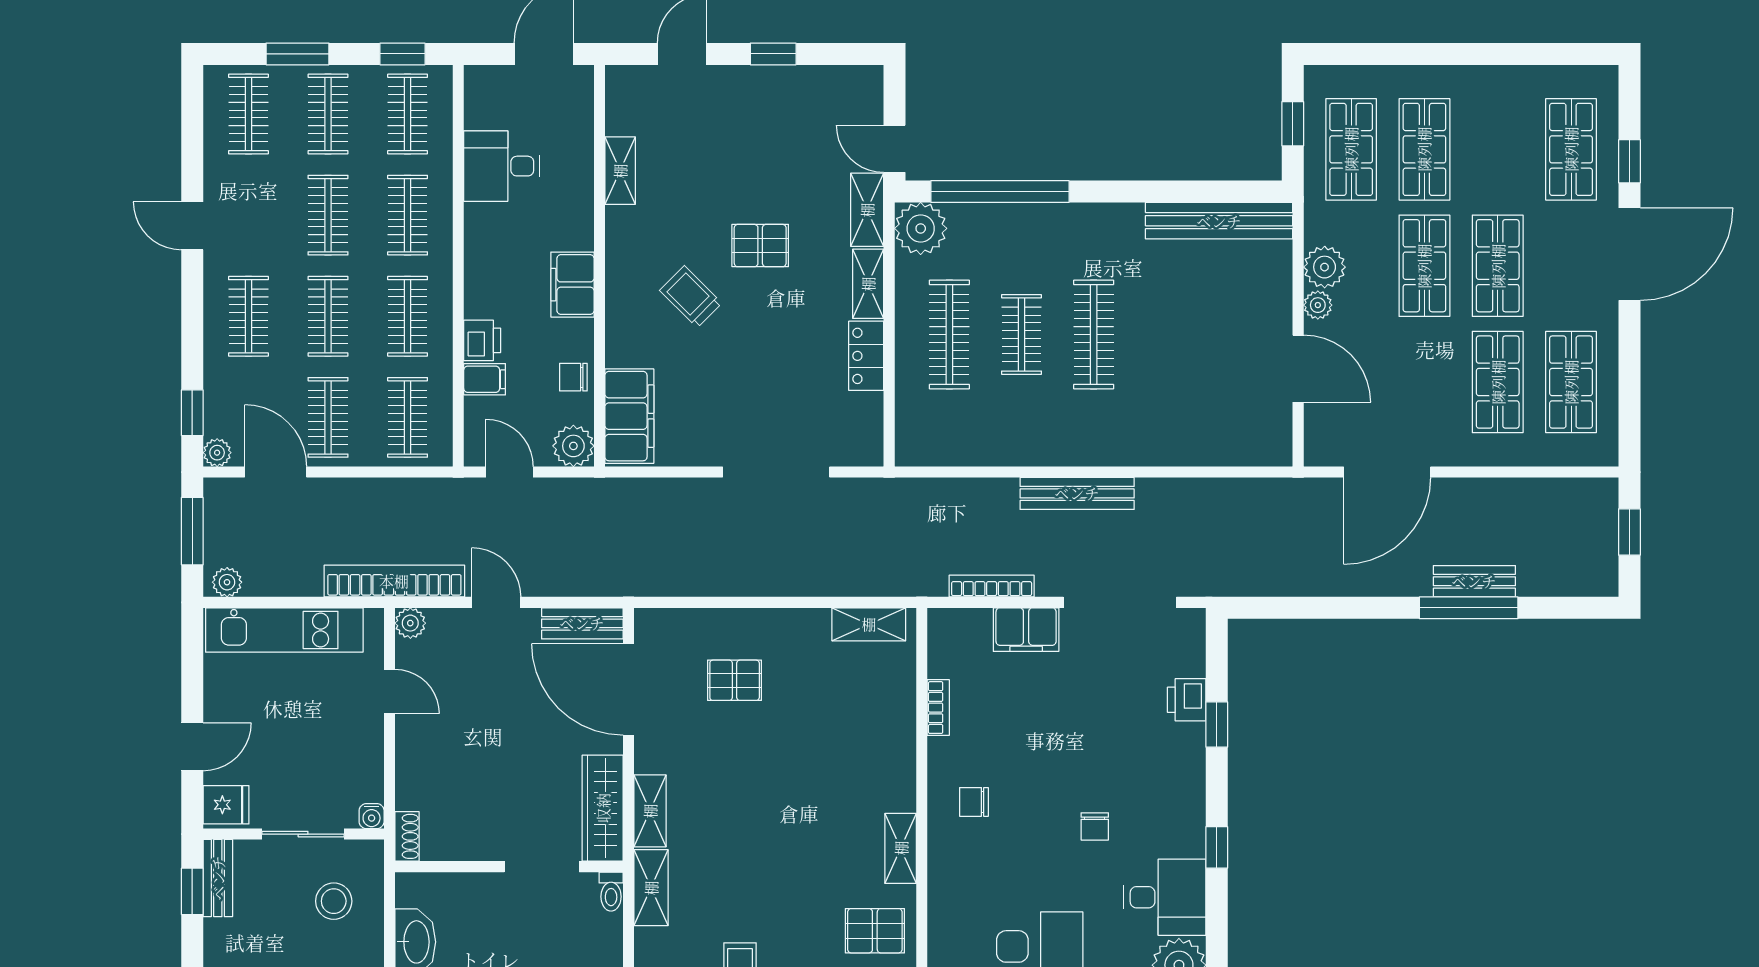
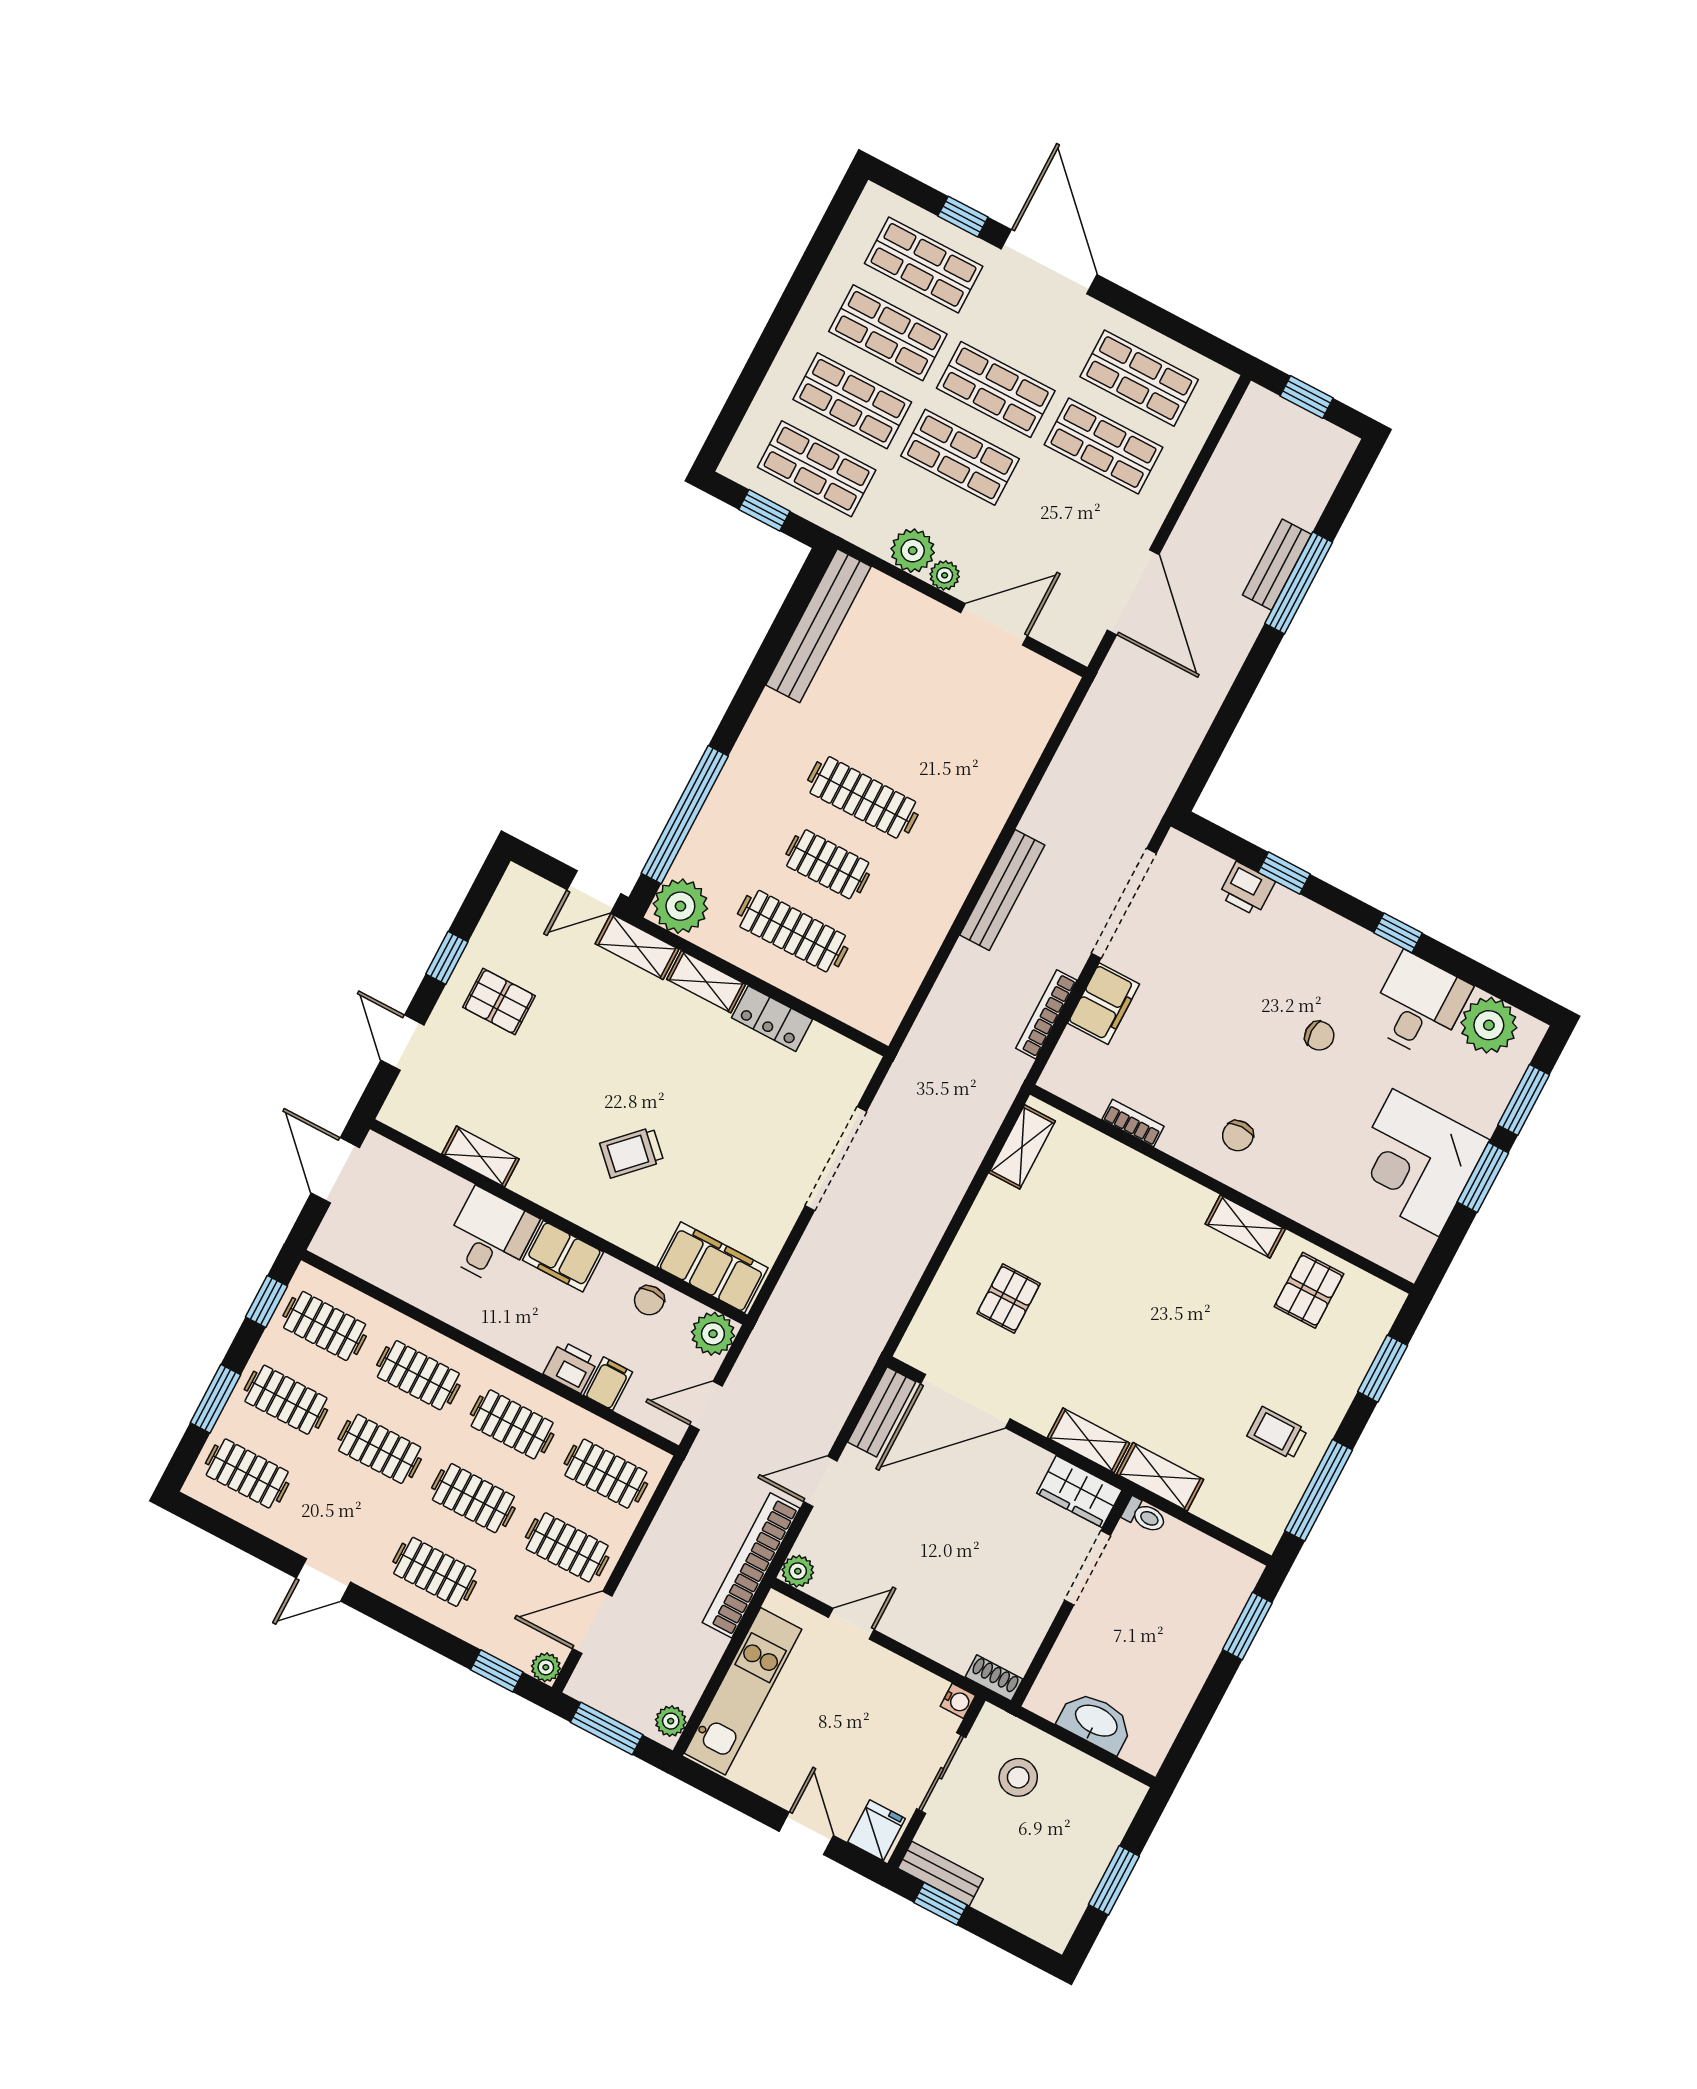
shop shelf: (1498, 149) -> (888, 333), added
desk: (502, 166) -> (490, 1237), moved, turned 180
pallet: (760, 246) -> (499, 1002), moved, turned 90
wardrobe: (603, 808) -> (1079, 1492), width x0.67

